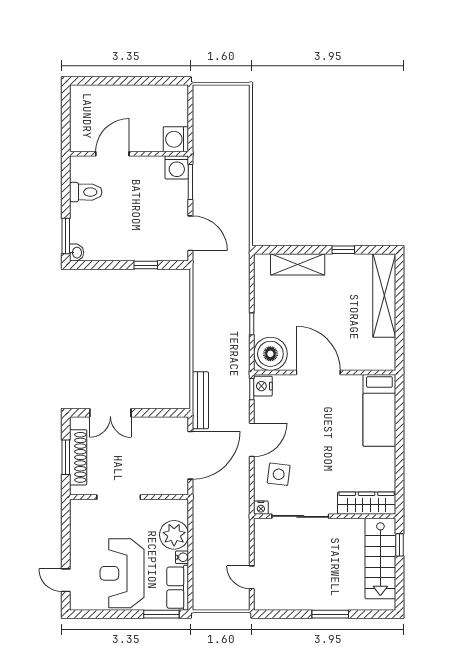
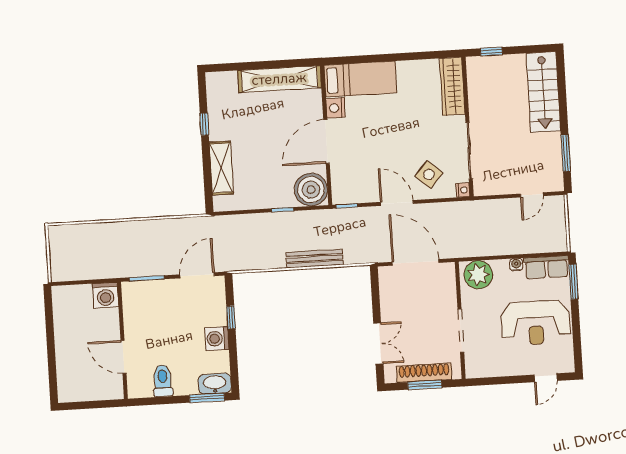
washing machine: (177, 167) -> (217, 339), moved, turned 180
washbasin: (77, 253) -> (215, 384), width x1.91, depth x1.45
shelving: (384, 295) -> (279, 79), moved
nightstand: (263, 386) -> (335, 108), moved, turned 90
bench: (200, 400) -> (315, 259), moved
side table: (279, 474) -> (429, 174), turned 35
plant: (174, 535) -> (478, 275), moved
stairs: (380, 559) -> (543, 92), moved, turned 90
window: (330, 614) -> (566, 153), moved

